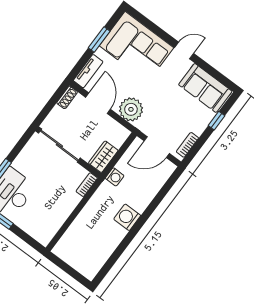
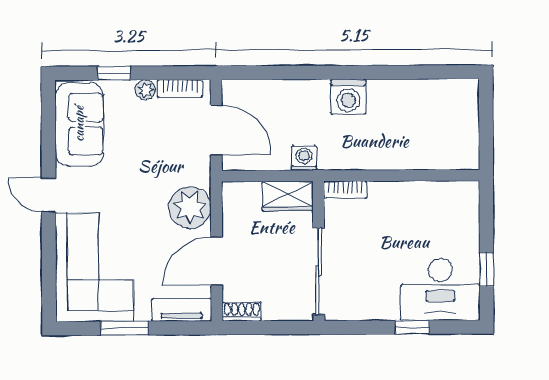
plant: (199, 129) -> (145, 90), added

